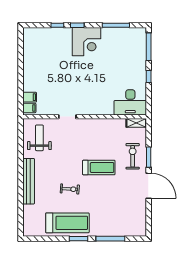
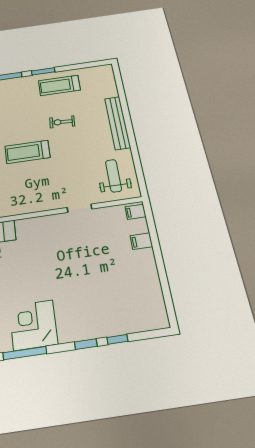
corner desk: (87, 42) -> (33, 325), moved
filing cabinet: (30, 97) -> (141, 241), moved
weight bench: (39, 138) -> (114, 176), turned 180
treadmill: (67, 223) -> (59, 85), width x0.73, depth x0.73

